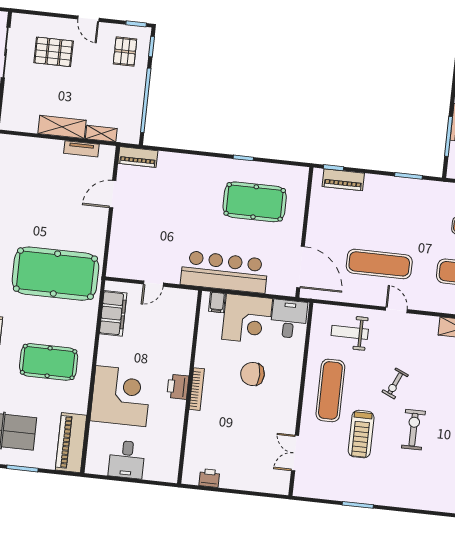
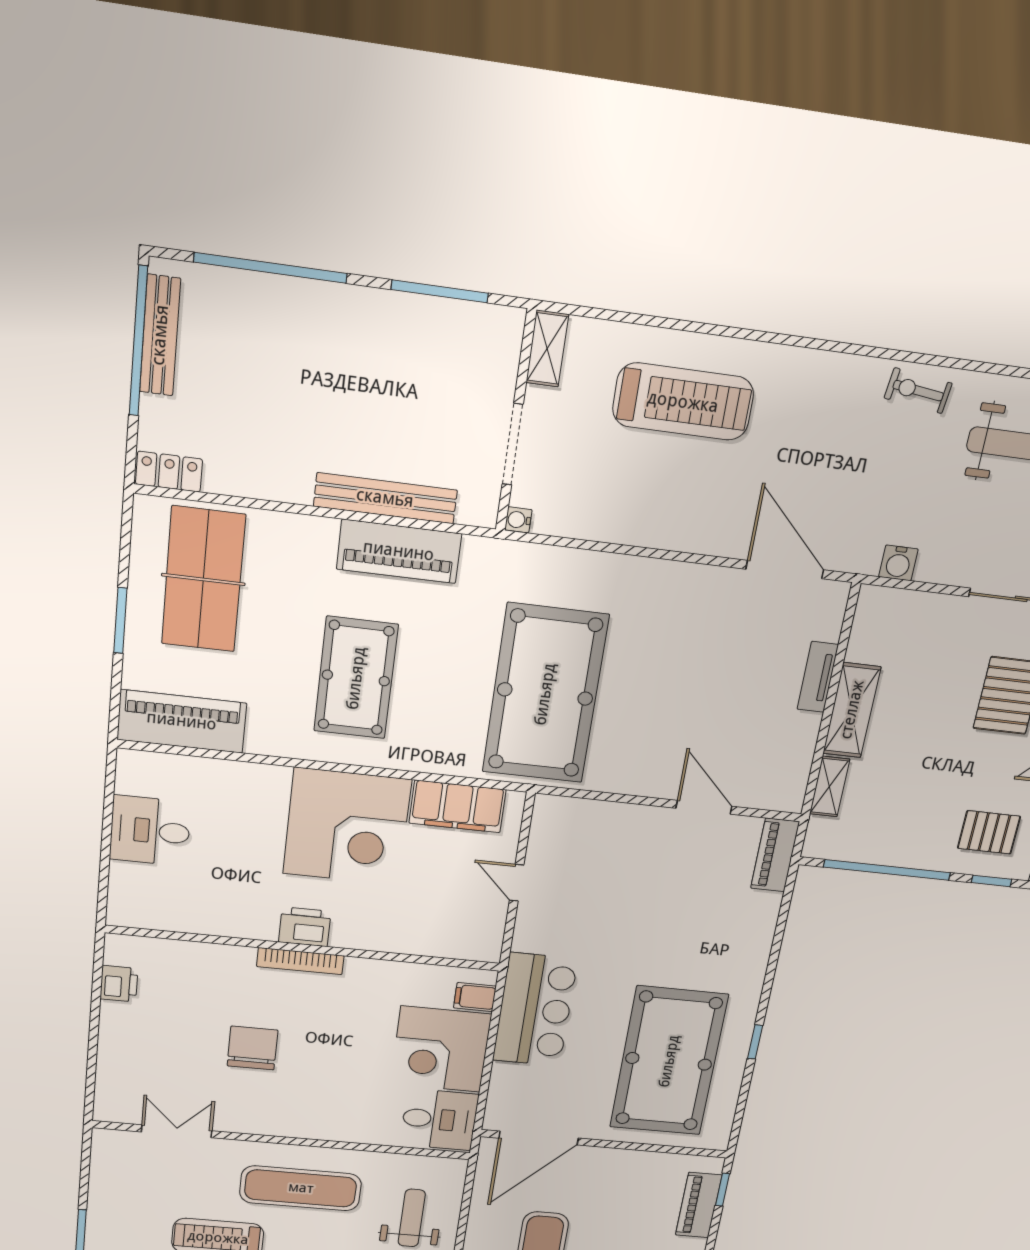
tv unit: (81, 149) -> (818, 677), moved
pool table: (255, 202) -> (669, 1061), width x1.36, depth x1.32
bar counter: (224, 272) -> (535, 1010), width x0.73
chair: (252, 374) -> (253, 1048), moved
corner desk: (121, 396) -> (347, 827), moved

